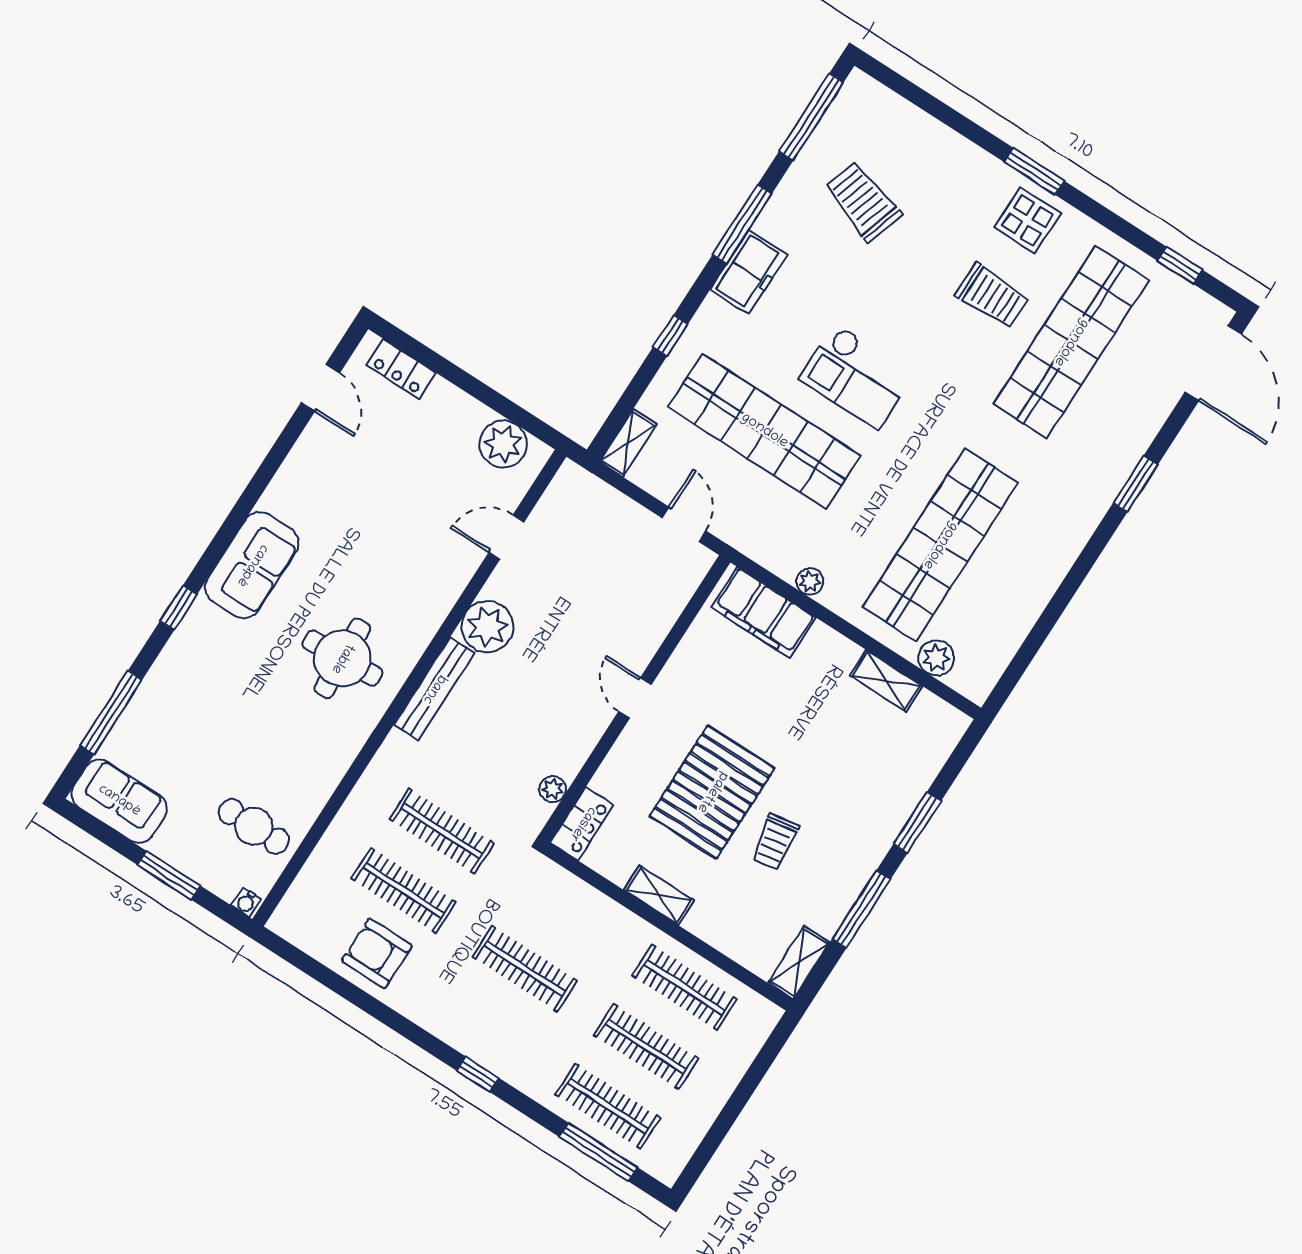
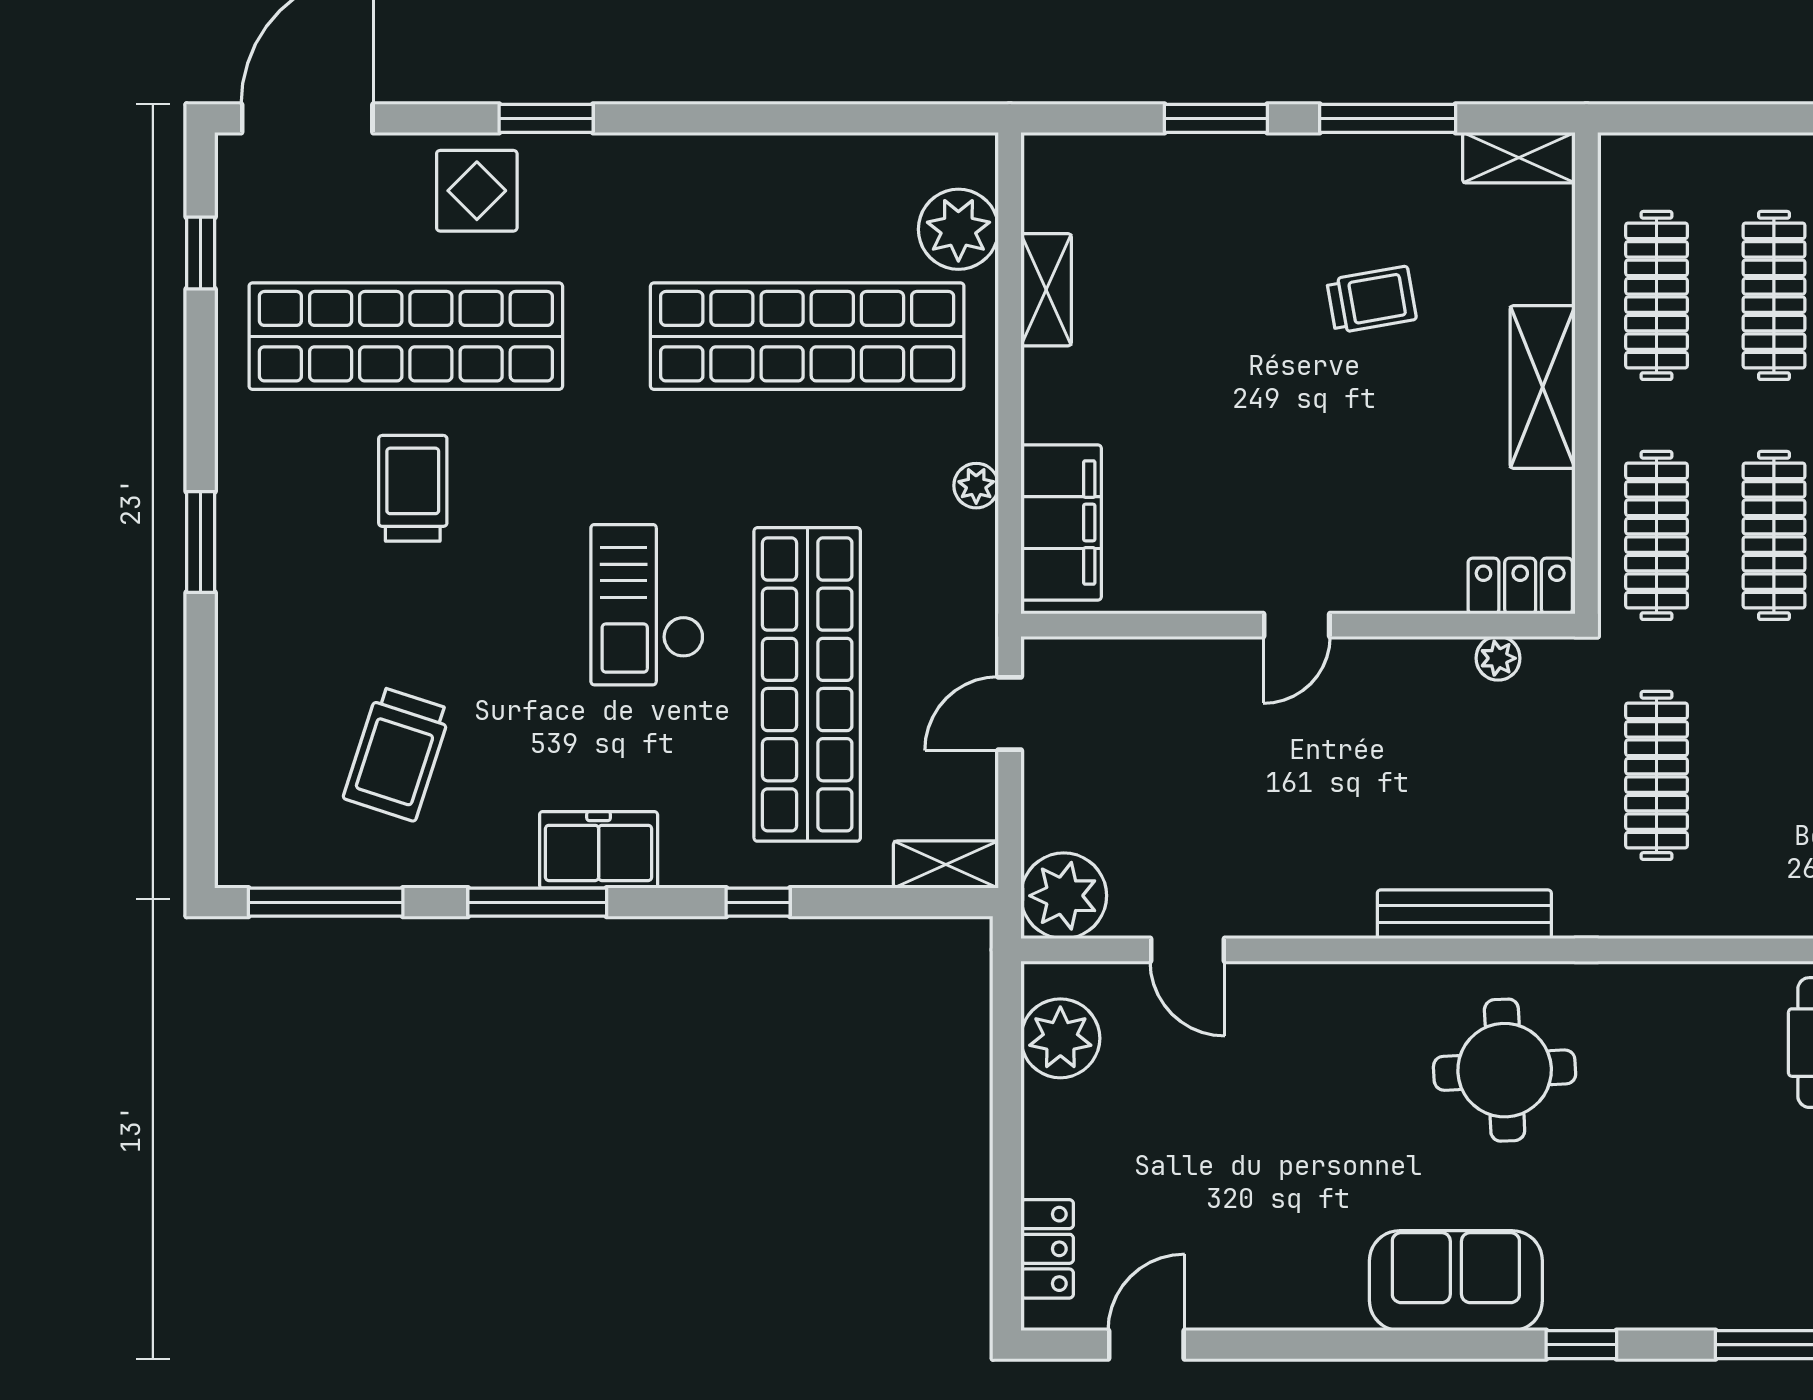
display table: (1027, 220) -> (477, 191), moved
checkout: (857, 377) -> (647, 605), turned 180
plant: (487, 627) -> (1064, 896), moved
plant: (936, 658) -> (958, 229), width x1.36, depth x1.36
pallet: (712, 792) -> (1359, 433), removed
clothes rail: (404, 890) -> (1657, 535), moved
shelving: (659, 895) -> (1543, 387), width x1.50, depth x1.33

